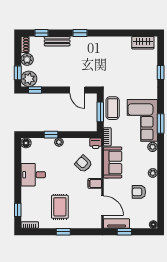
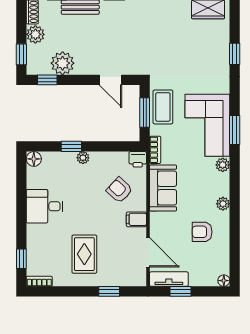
plant: (29, 79) -> (63, 63), moved
window: (63, 232) -> (109, 291), moved

